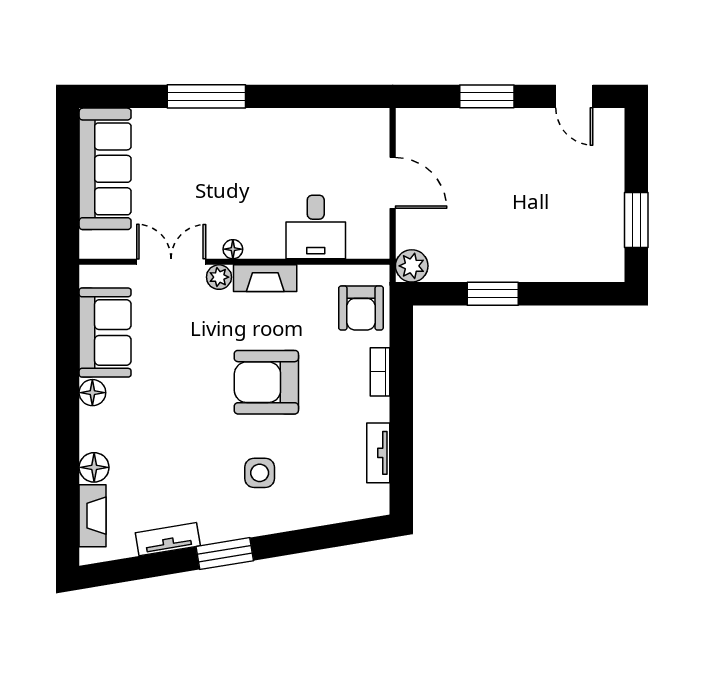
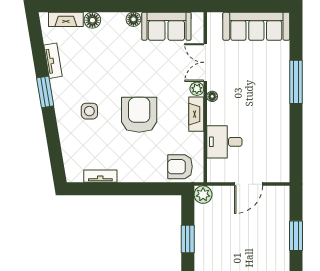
double door: (171, 262) -> (205, 62), swing flipped
bookcase: (380, 372) -> (145, 177), removed

